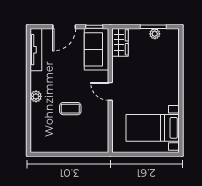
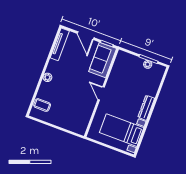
door: (64, 27) -> (86, 36), hinge flipped
wardrobe: (120, 42) -> (121, 61), removed
dresser: (173, 89) -> (146, 108), added
coffee table: (70, 109) -> (42, 105), moved

